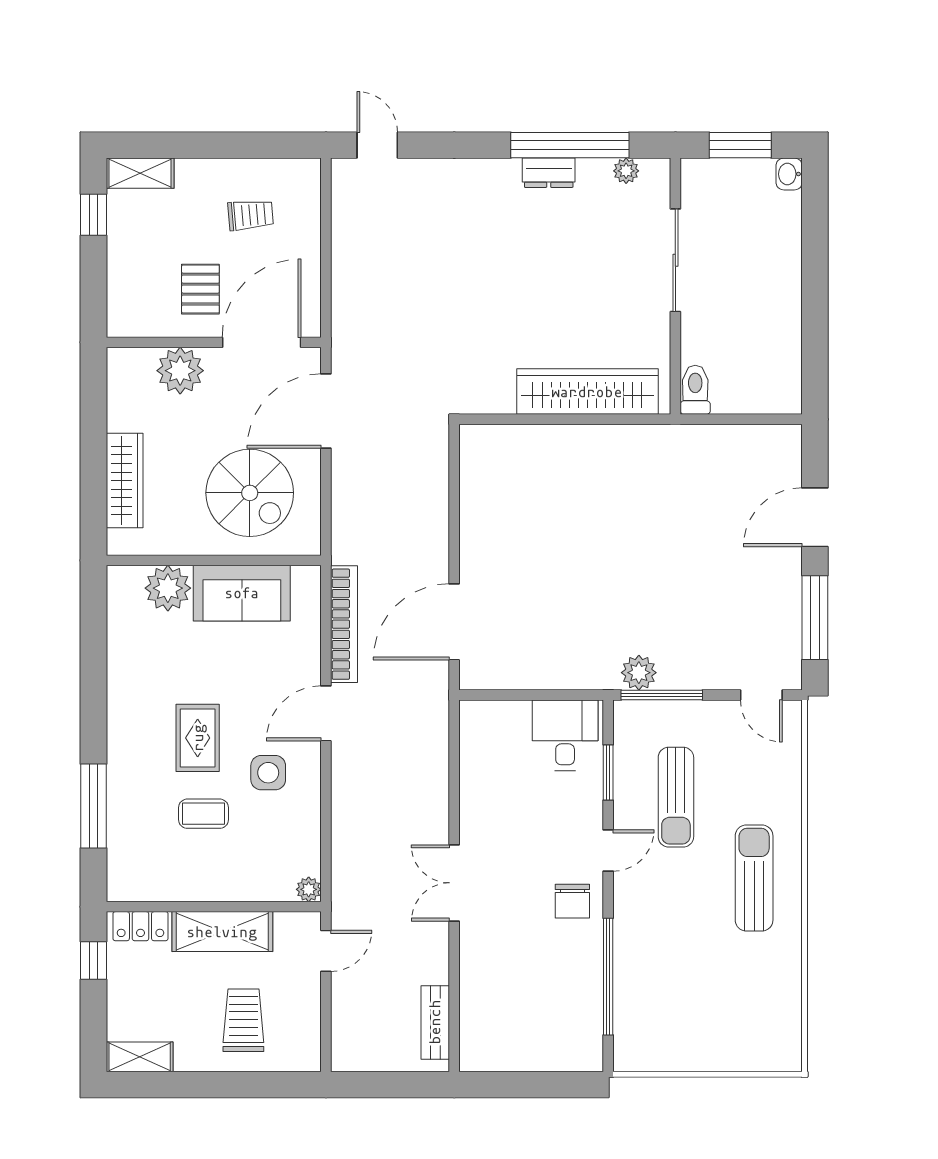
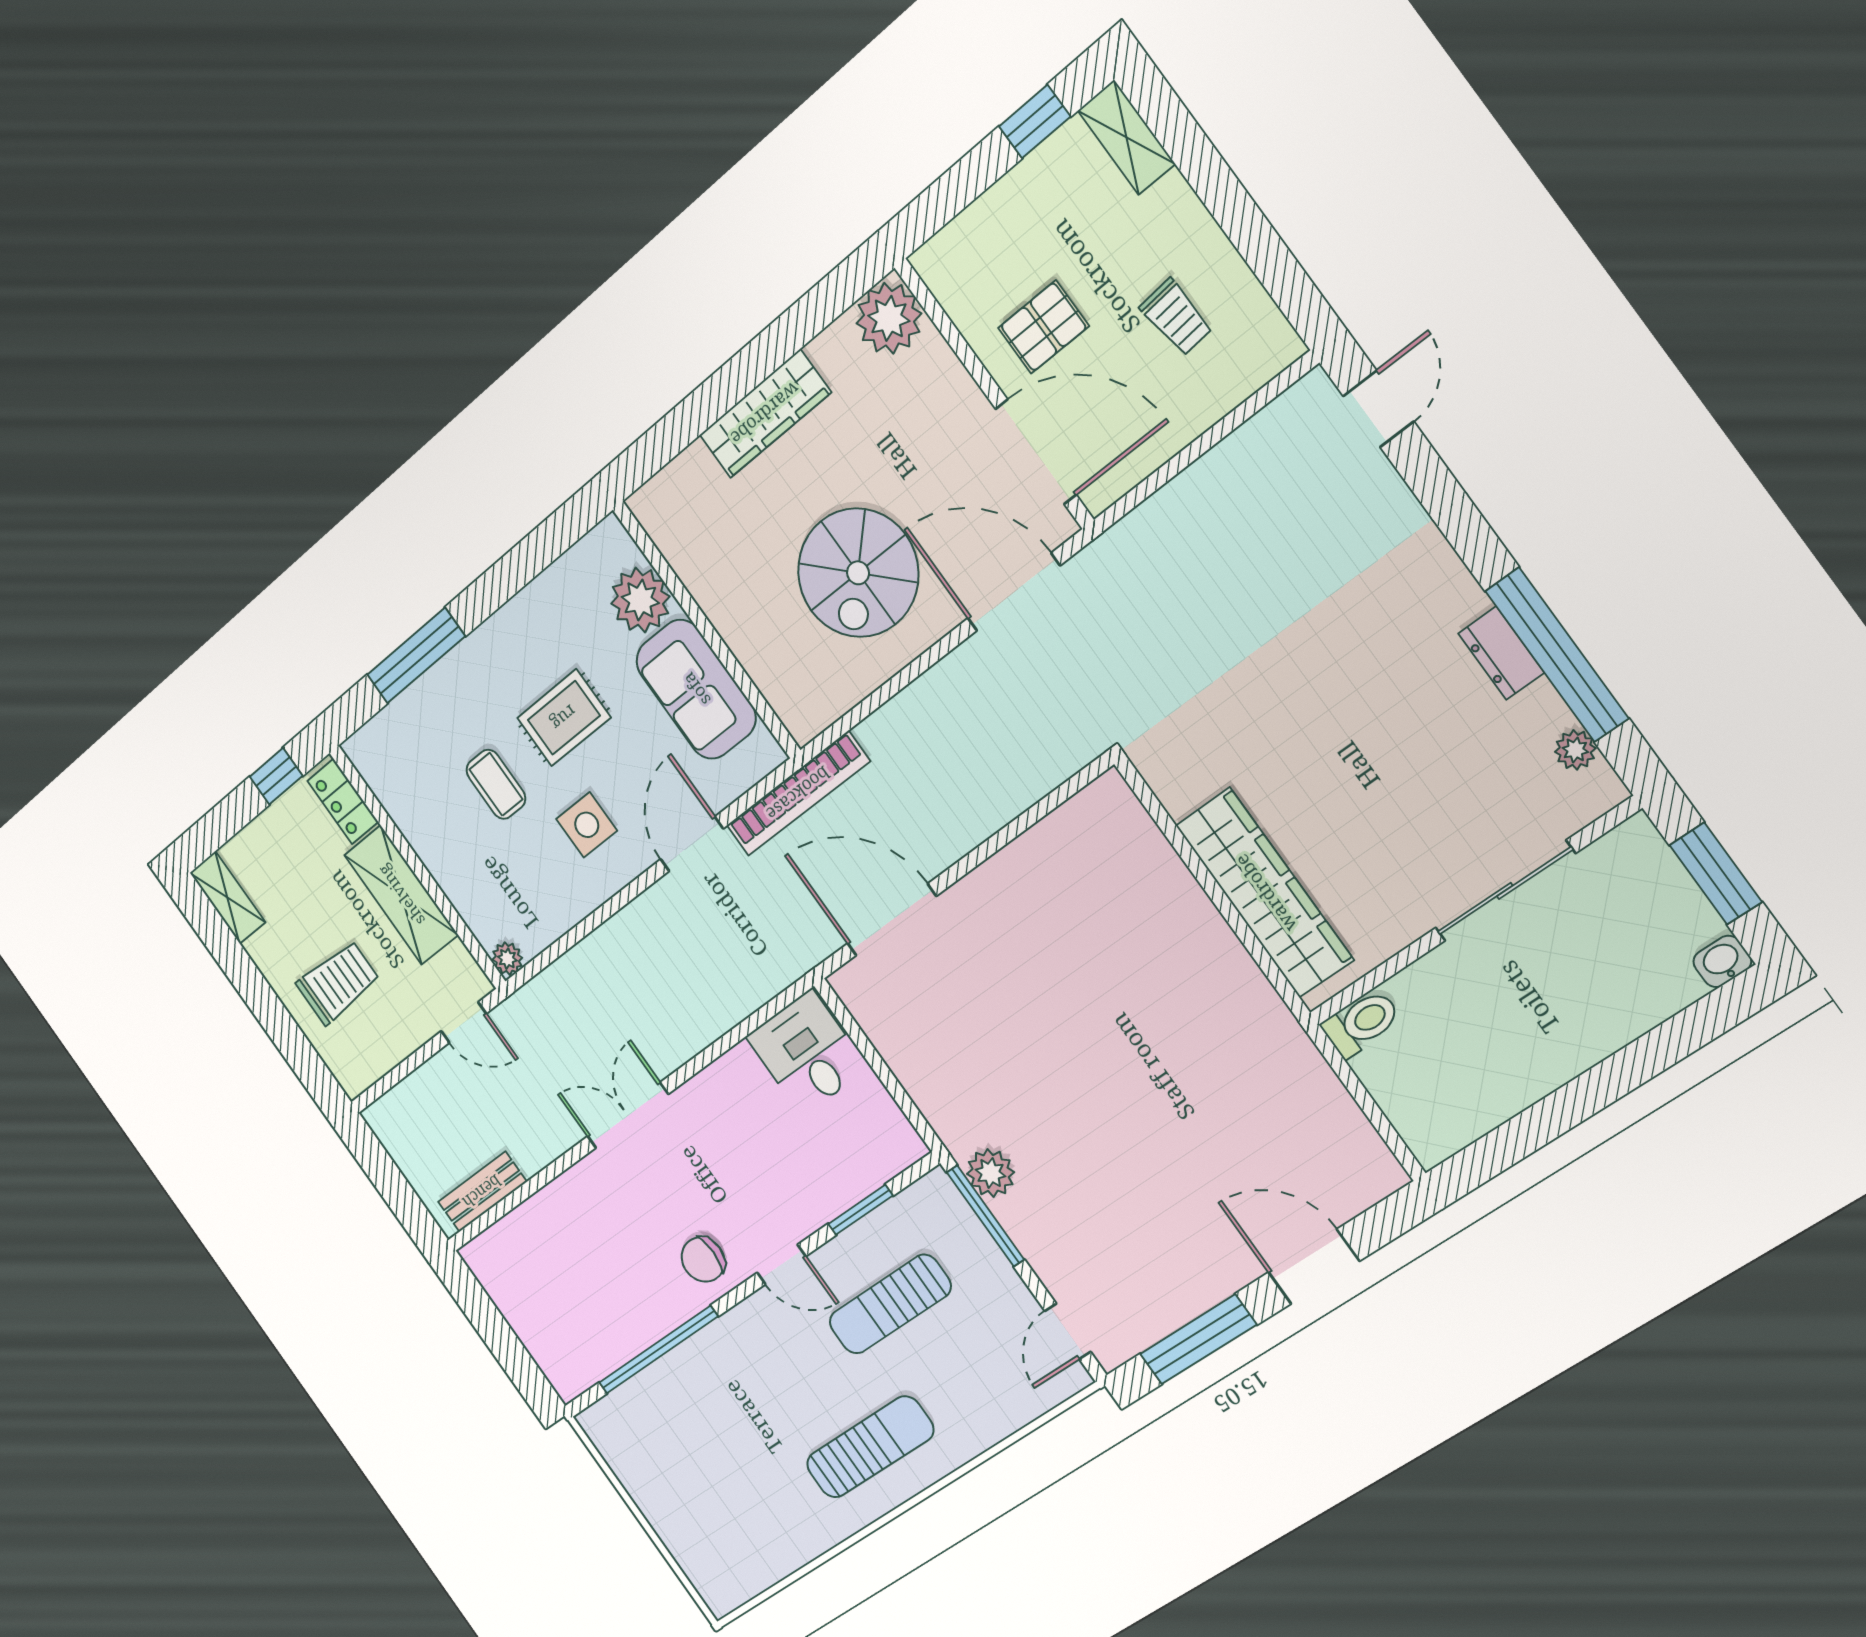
plant: (180, 371) -> (889, 318), moved
wall: (214, 560) -> (706, 630), moved
plant: (168, 588) -> (640, 600), moved
sofa: (242, 593) -> (696, 689), moved
door: (326, 713) -> (692, 844), hinge flipped
desk: (565, 735) -> (807, 1053), moved, turned -90

